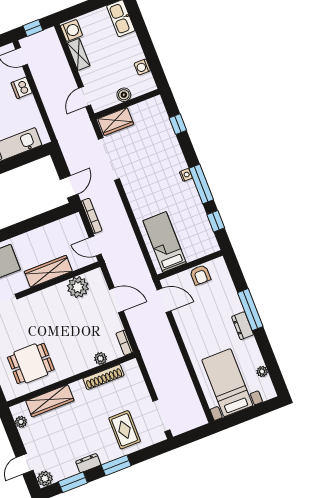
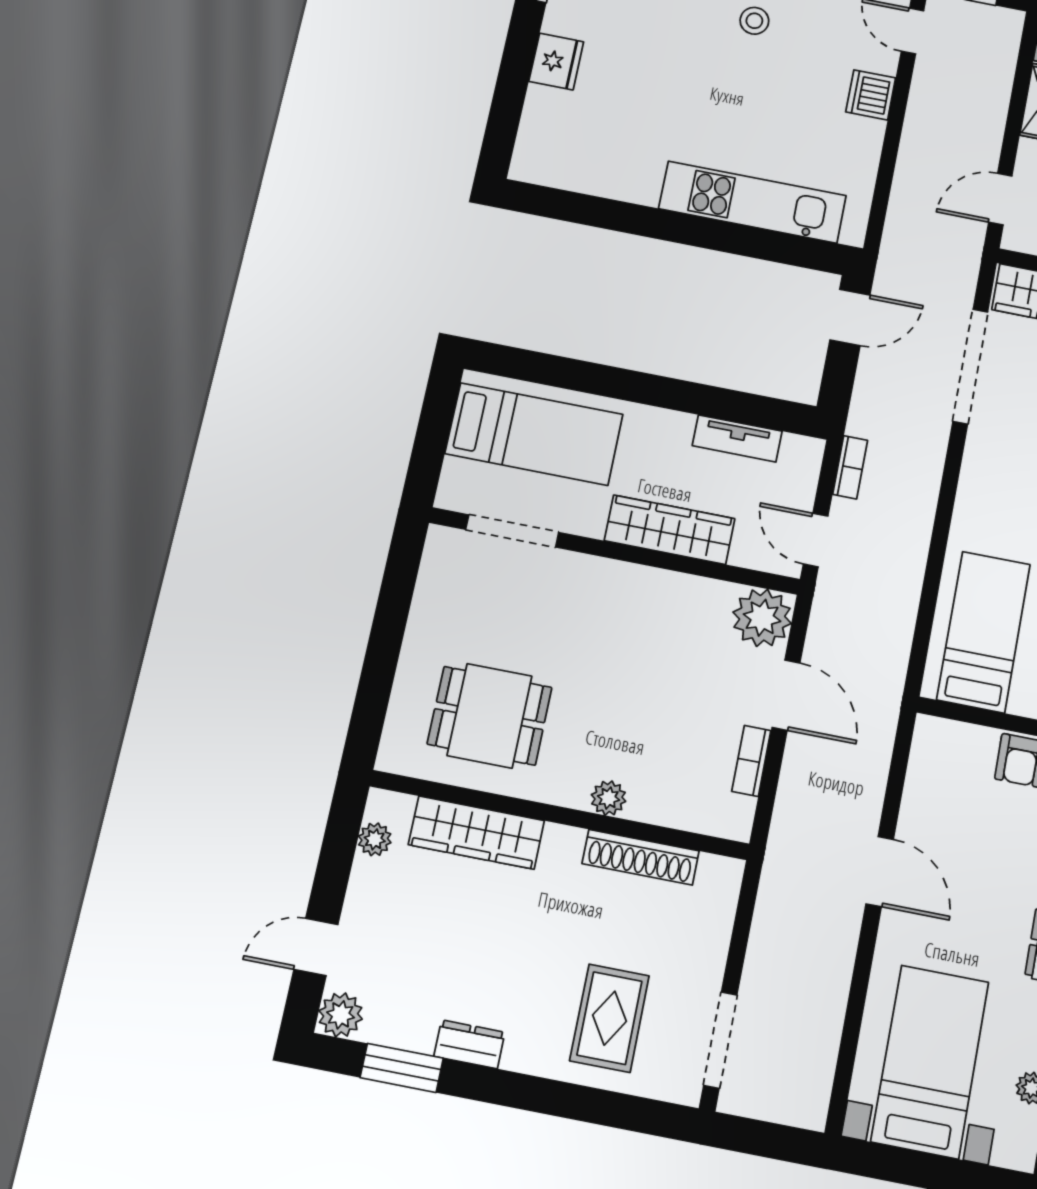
door: (69, 187) -> (850, 317), moved
bookcase: (92, 216) -> (850, 467), width x0.64
tv unit: (51, 229) -> (737, 438), added
plant: (78, 287) -> (762, 618), moved
door: (164, 300) -> (880, 872), moved
bookcase: (125, 343) -> (751, 761), moved
plant: (101, 358) -> (609, 798), moved
window: (116, 465) -> (533, 1094), removed

